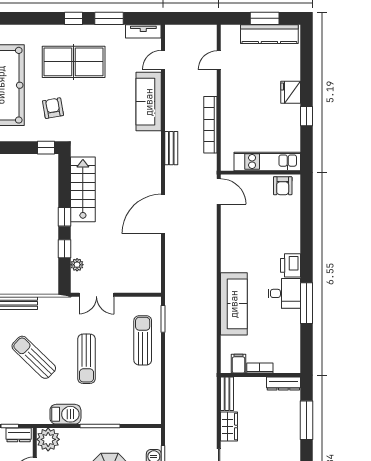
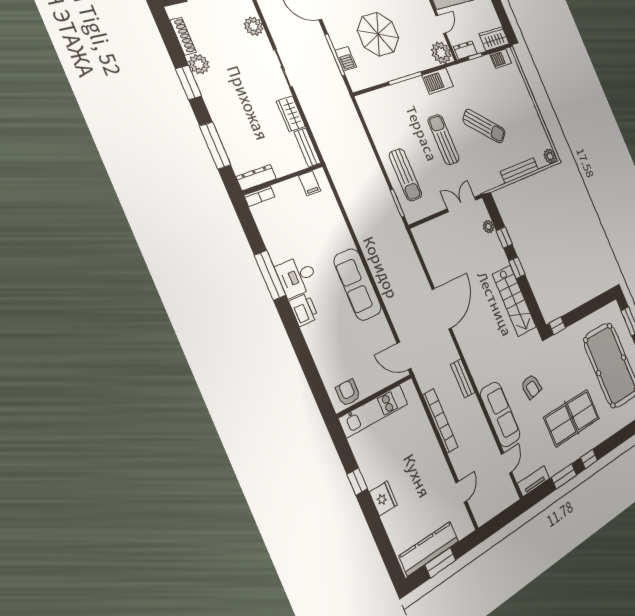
armchair: (53, 108) -> (531, 387), moved
sofa: (234, 304) -> (358, 284), moved
bookcase: (260, 368) -> (259, 196), moved

